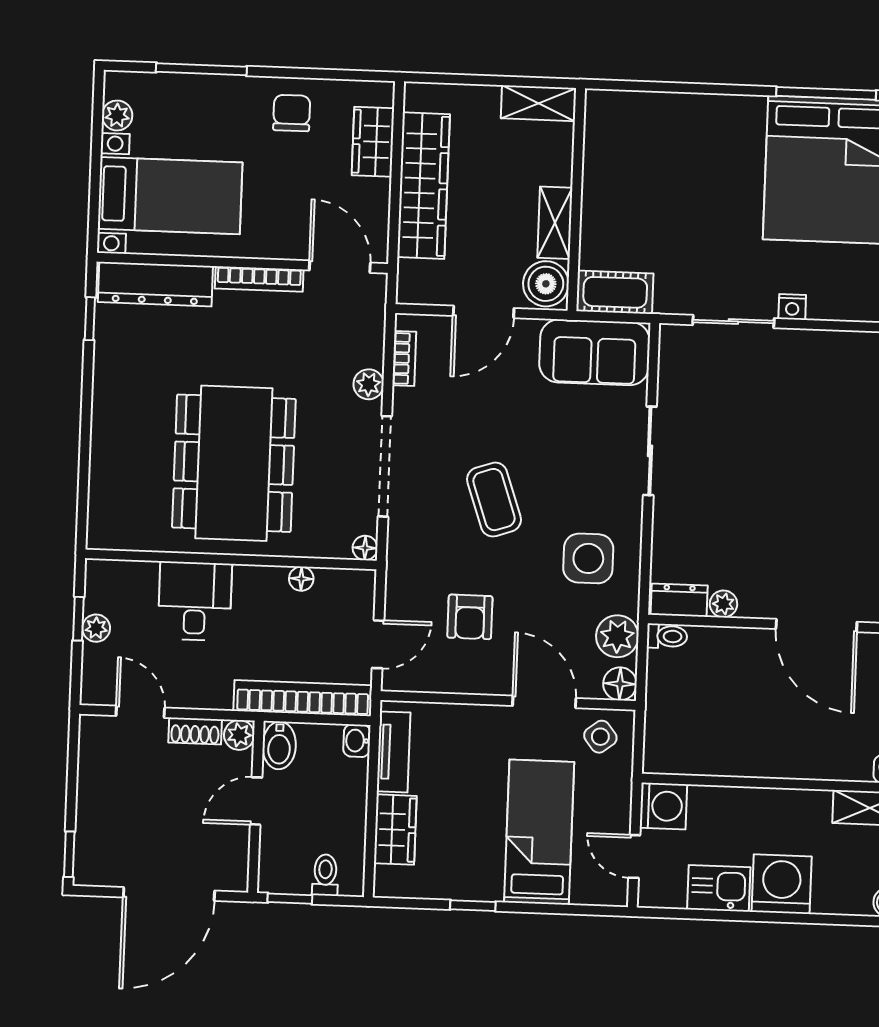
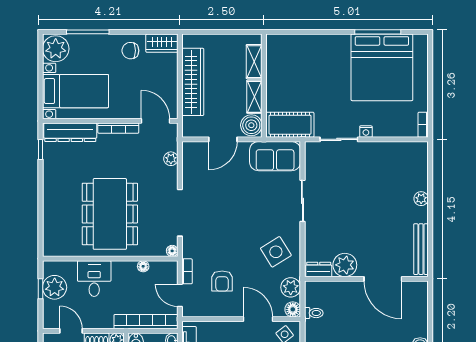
shelving: (539, 103) -> (254, 62), moved, turned 90
chair: (292, 113) -> (130, 51), turned -90
plant: (117, 115) -> (56, 49), width x1.88, depth x1.88
wardrobe: (373, 142) -> (162, 43), moved, turned -90
cot: (615, 292) -> (290, 125), width x1.37, depth x1.34
bookcase: (404, 358) -> (187, 271), moved
plant: (369, 384) -> (171, 159), moved
coffee table: (494, 500) -> (231, 226), removed
side table: (588, 558) -> (276, 252), turned -32
plant: (723, 604) -> (345, 265), width x1.87, depth x1.87
plant: (96, 628) -> (55, 287), width x1.87, depth x1.87
toilet: (667, 636) -> (314, 313), moved
door: (378, 644) -> (180, 295), swing flipped

